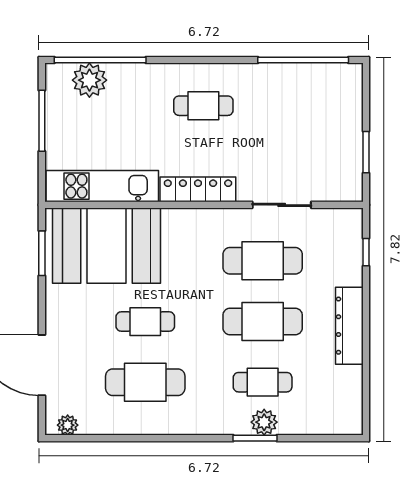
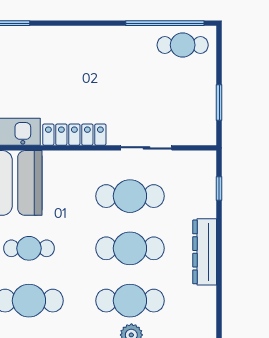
cafe table: (203, 106) -> (183, 45), moved
cafe table: (263, 382) -> (130, 301), width x1.37, depth x1.35

